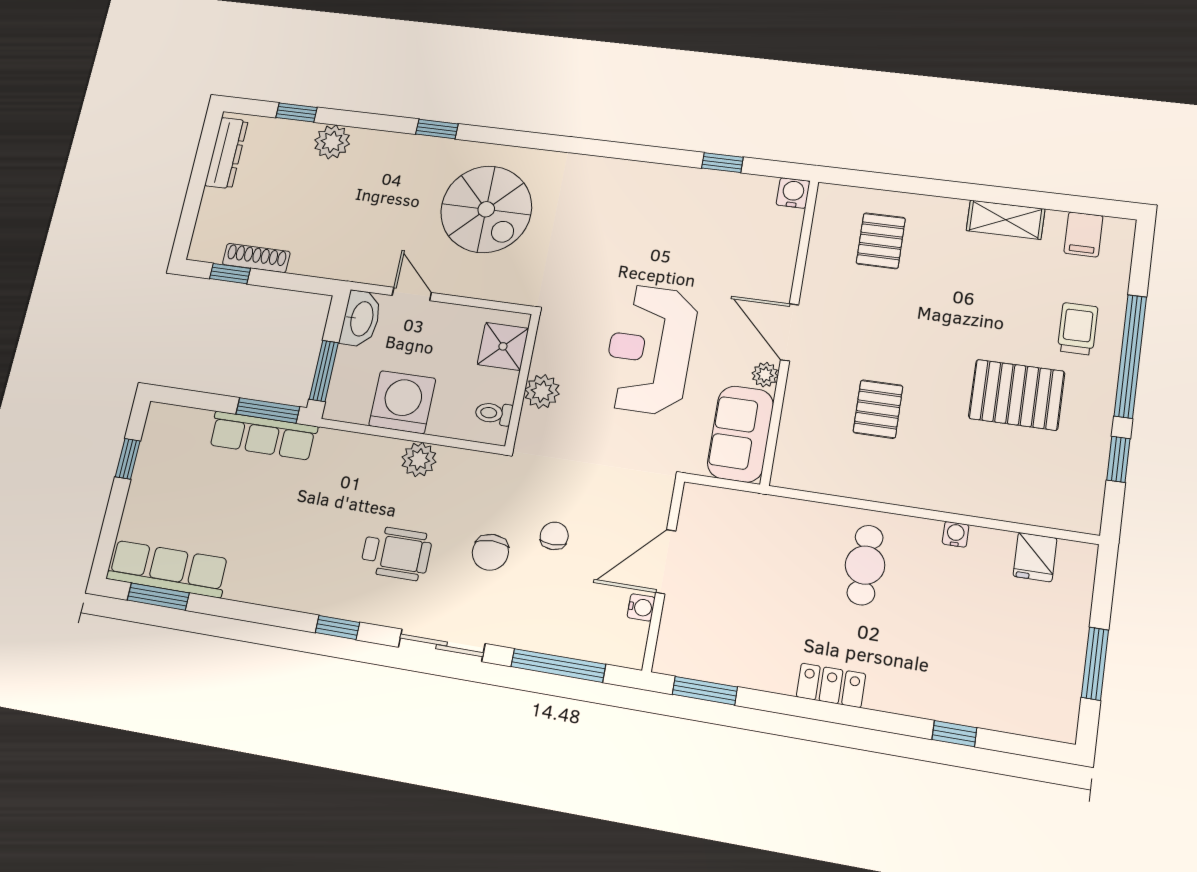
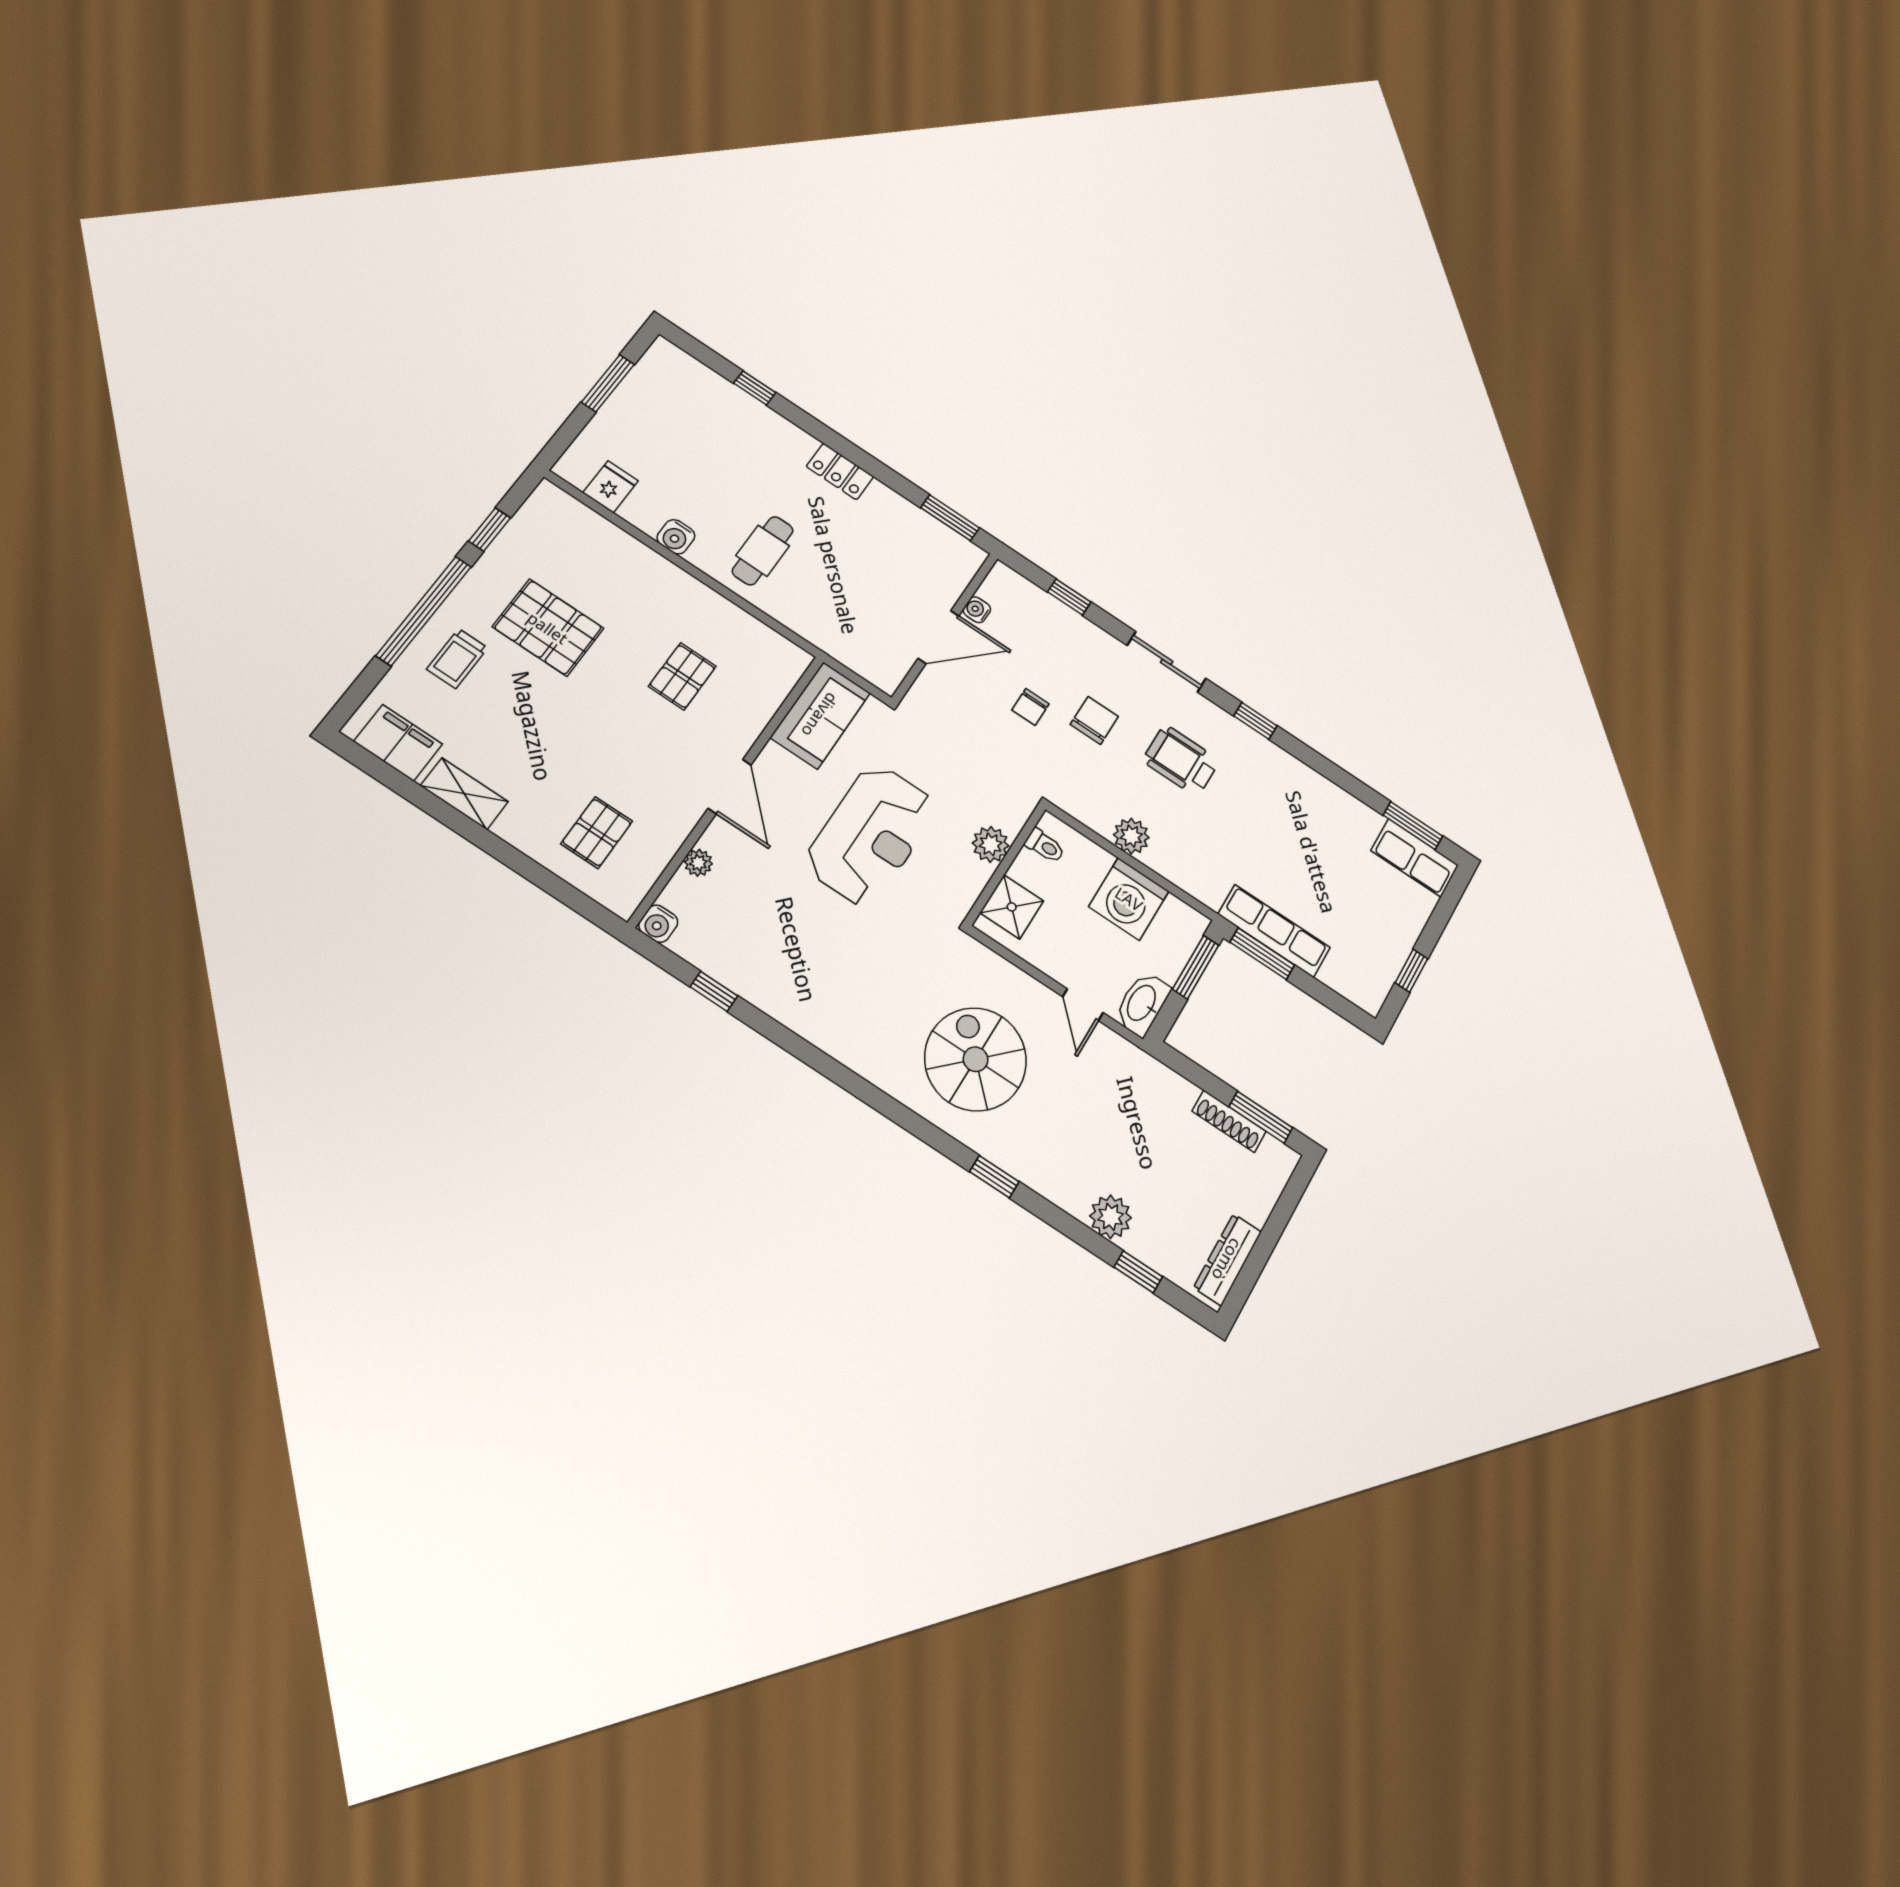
filing cabinet: (1083, 234) -> (398, 743), width x2.00
window: (230, 274) -> (1261, 1117), width x1.50
plant: (765, 375) -> (698, 863), moved
water cooler: (956, 534) -> (676, 537), width x1.38, depth x1.38
row of seats: (168, 569) -> (1415, 858), width x0.68
window: (558, 665) -> (1069, 597), width x0.46

